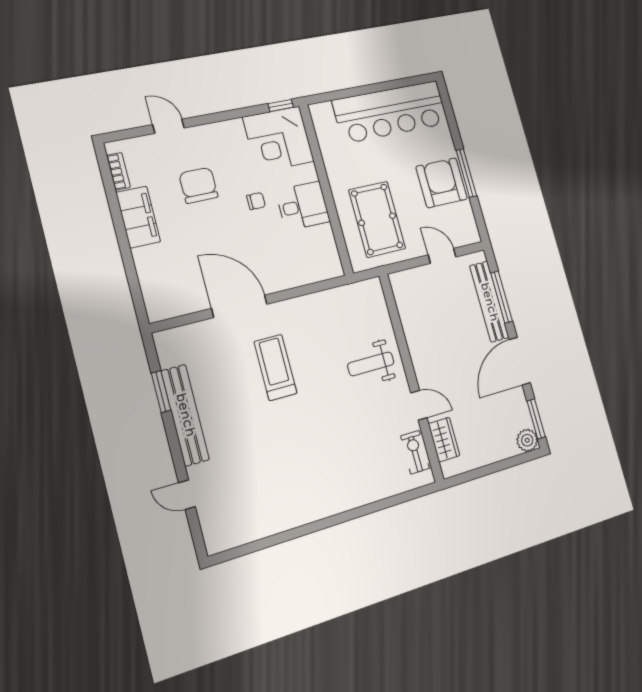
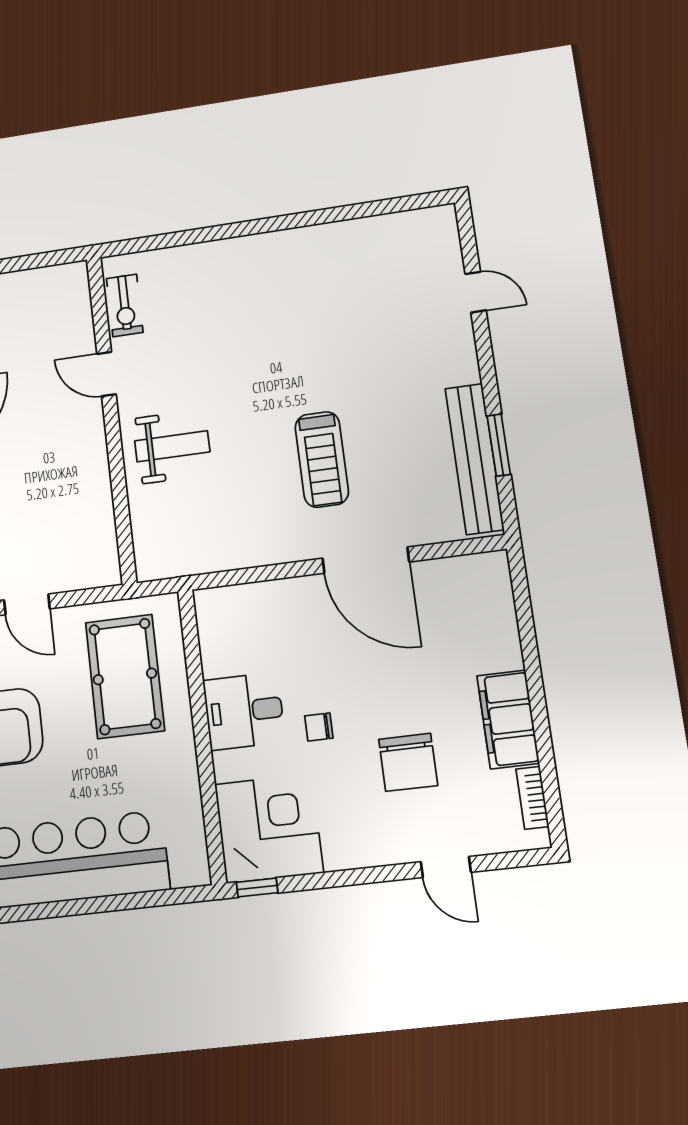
bench: (185, 415) -> (474, 459), moved
wardrobe: (444, 440) -> (76, 318), removed

